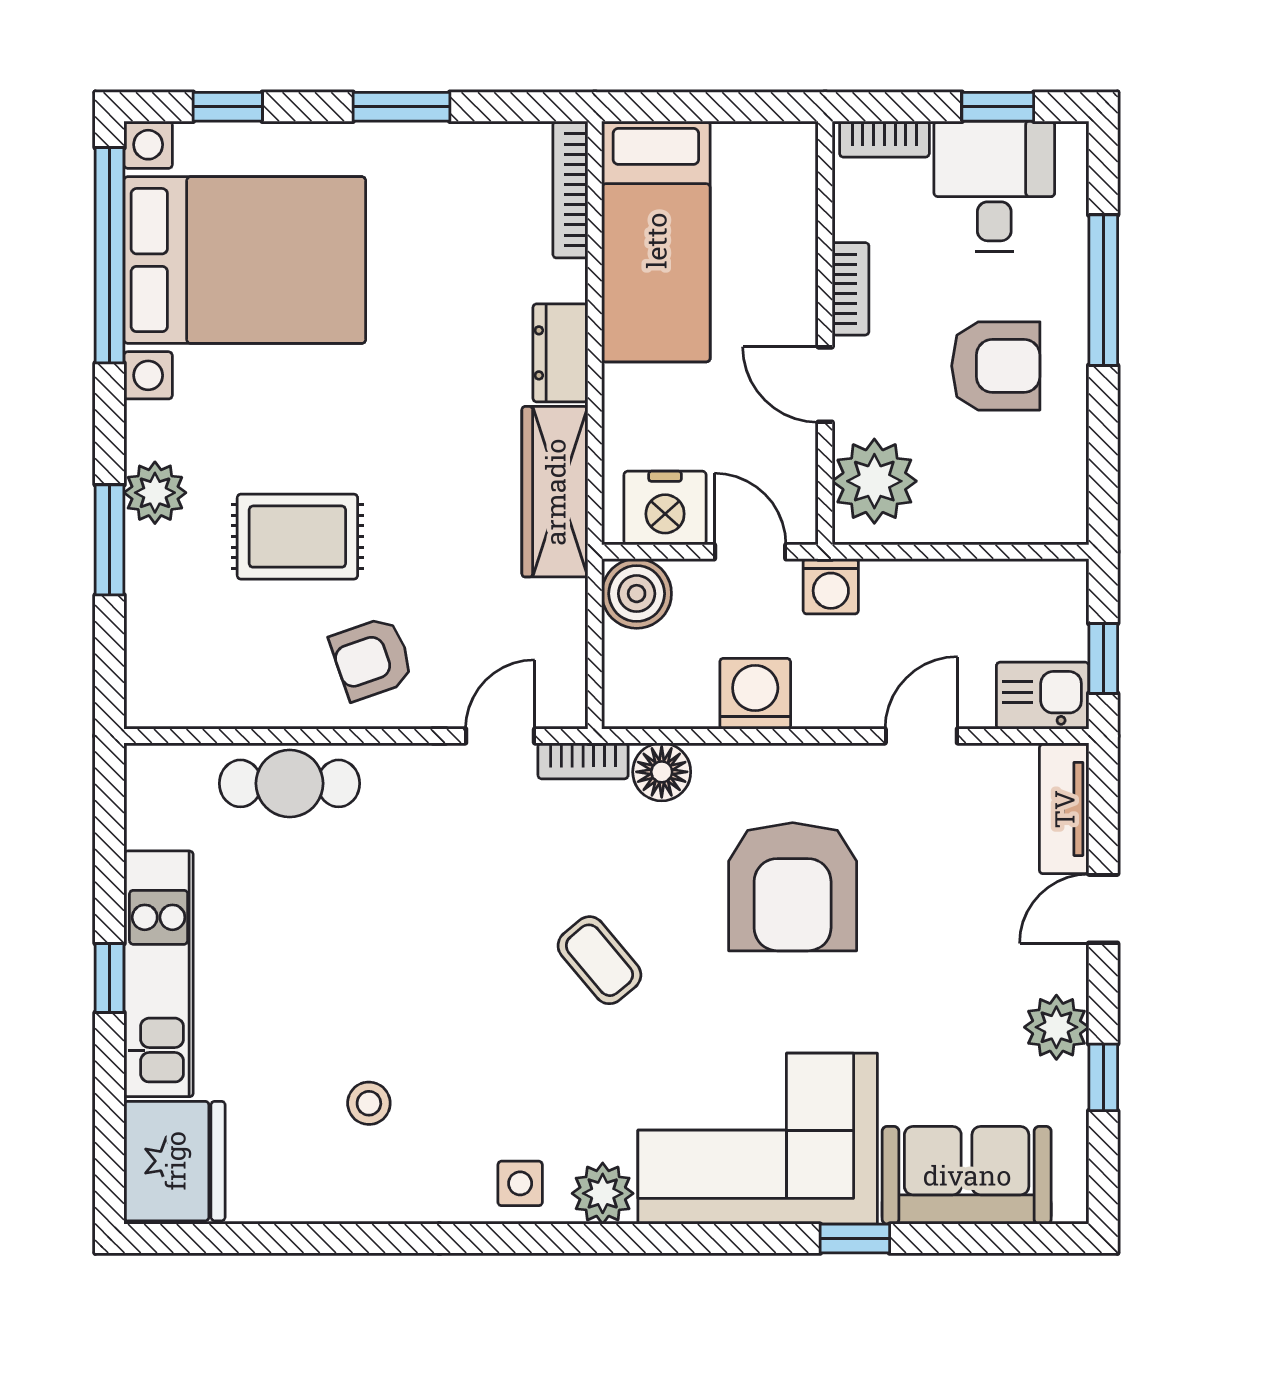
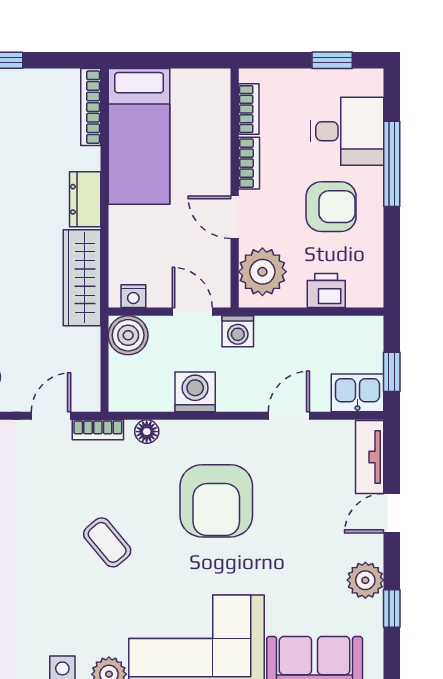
bookcase: (884, 139) -> (249, 109), moved, turned -90
desk: (994, 186) -> (347, 131), moved, turned 90
nightstand: (665, 508) -> (133, 296), width x0.53, depth x0.56
printer: (987, 514) -> (326, 291), added
floor lamp: (662, 772) -> (147, 432), width x0.73, depth x0.73

